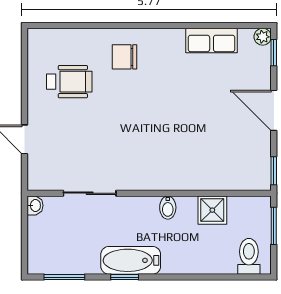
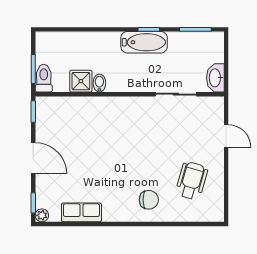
wheelchair: (69, 82) -> (192, 181), turned 106
washbasin: (35, 205) -> (215, 78), width x1.91, depth x1.45
bidet: (168, 208) -> (99, 83), moved
toilet: (249, 256) -> (44, 78), moved, turned 180

